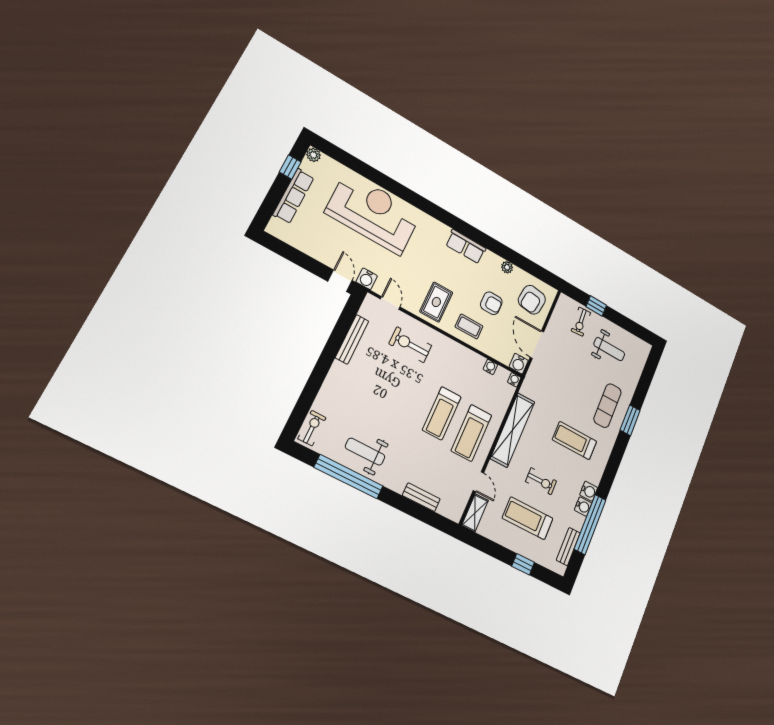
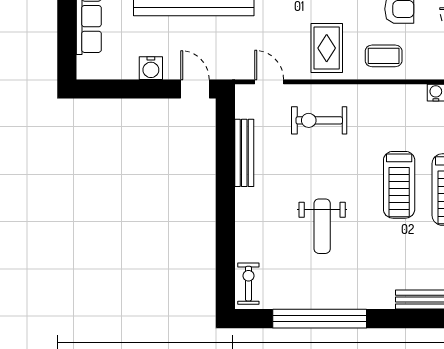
water cooler: (367, 279) -> (151, 68), moved
weight bench: (365, 452) -> (322, 226), moved, turned -90

